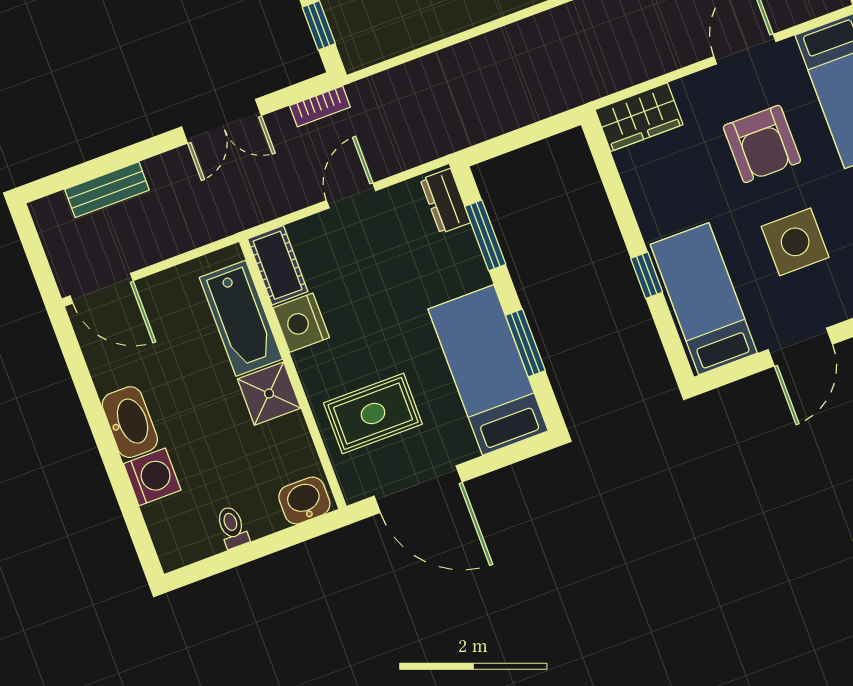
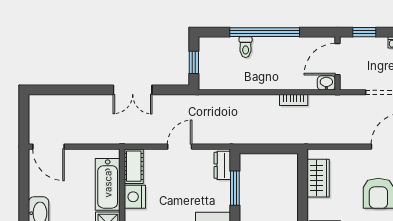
bookcase: (320, 106) -> (294, 100), moved
wardrobe: (639, 117) -> (318, 178), moved, turned -90
bench: (107, 190) -> (68, 102), removed

